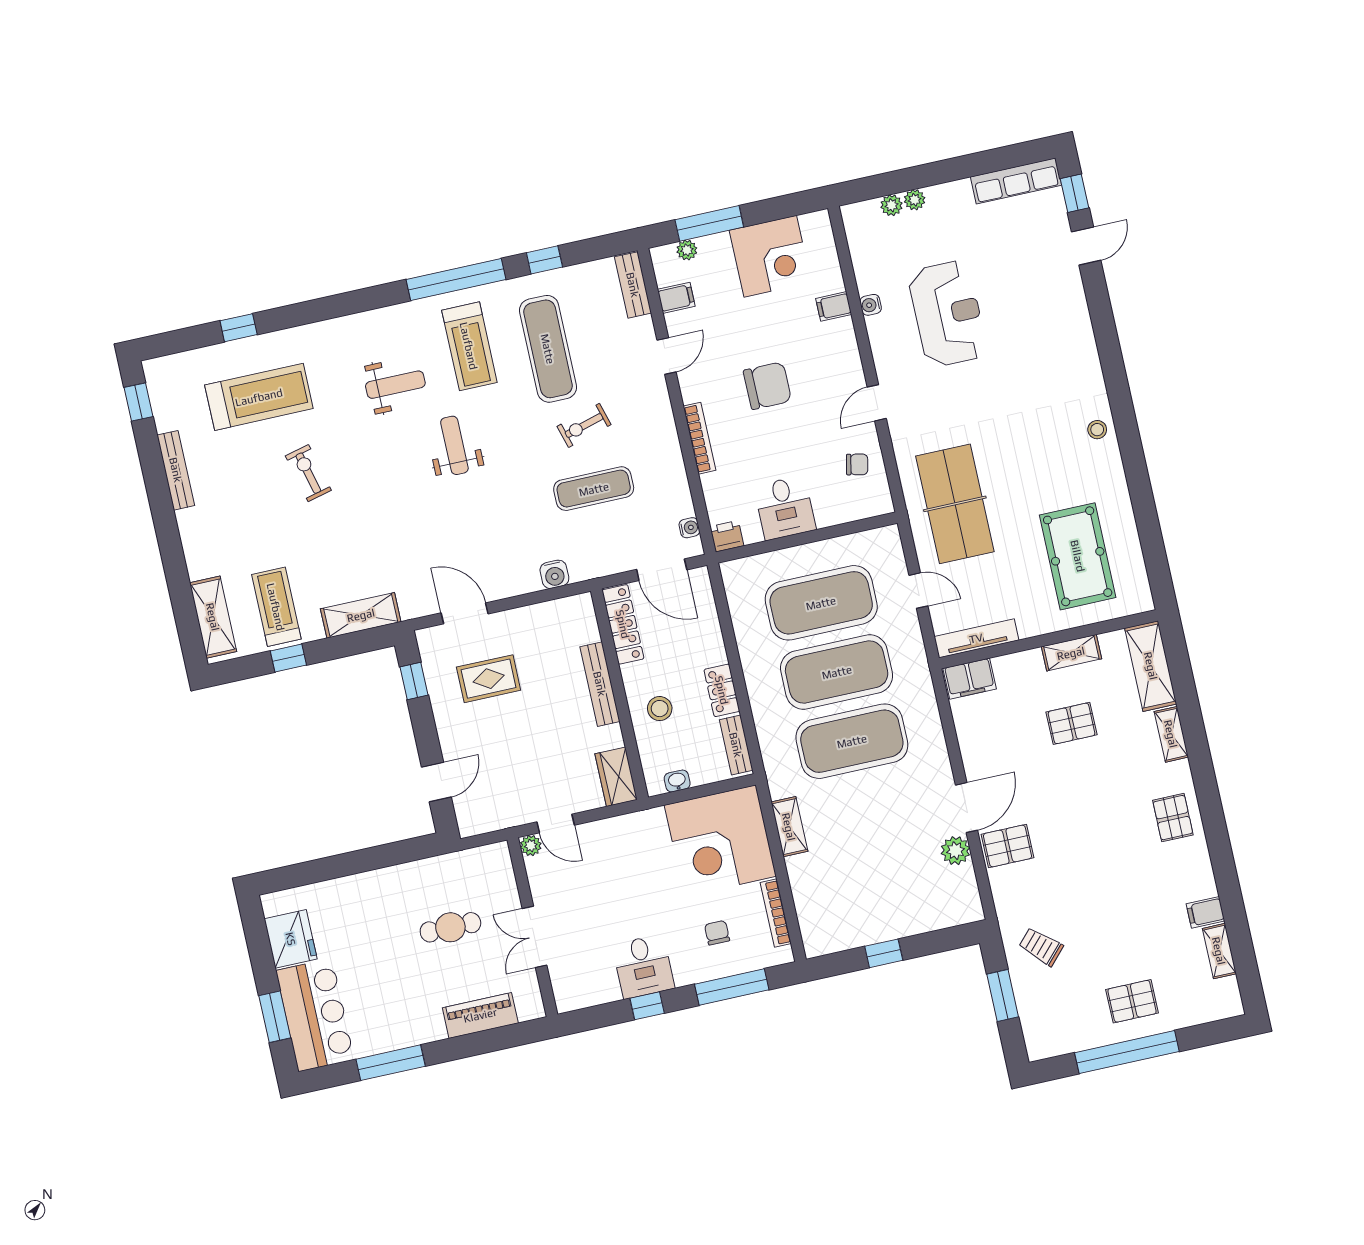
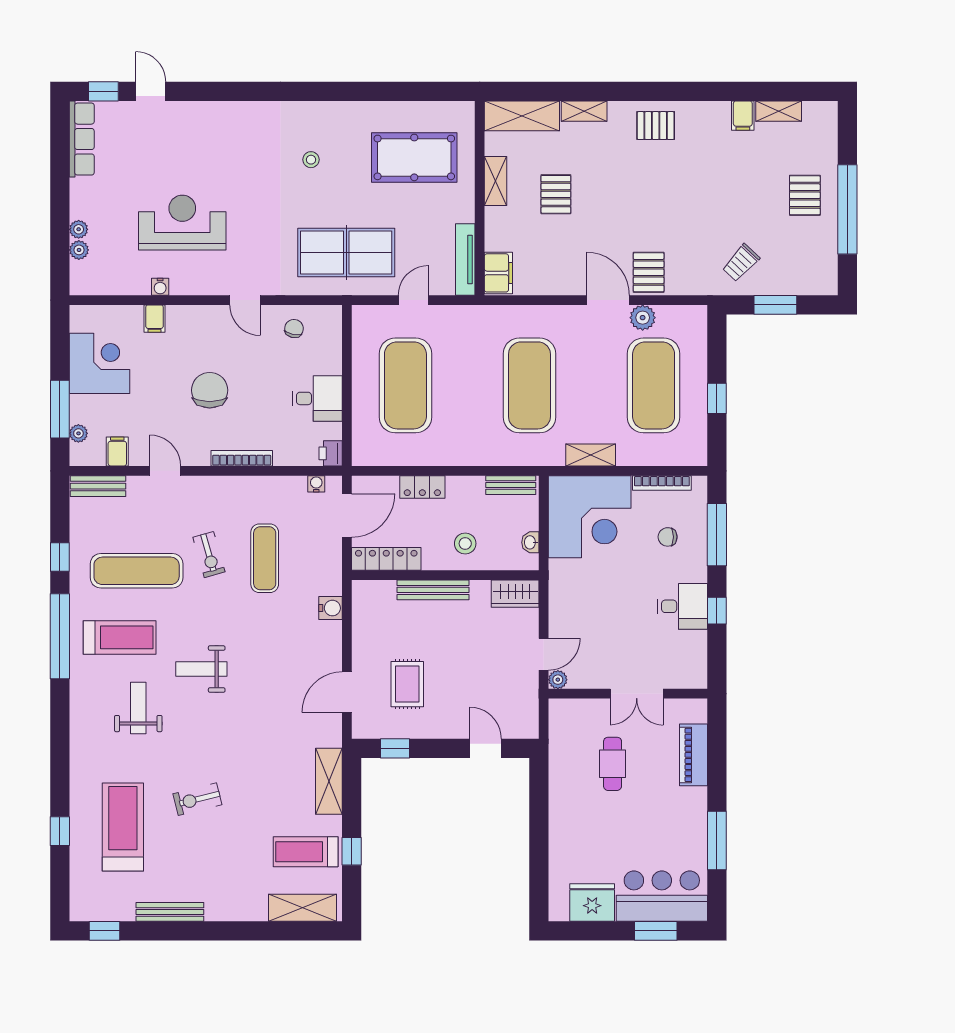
stool: (1097, 430) -> (311, 160), moved
exercise mat: (837, 672) -> (654, 385), moved
locker: (722, 690) -> (422, 487), moved

